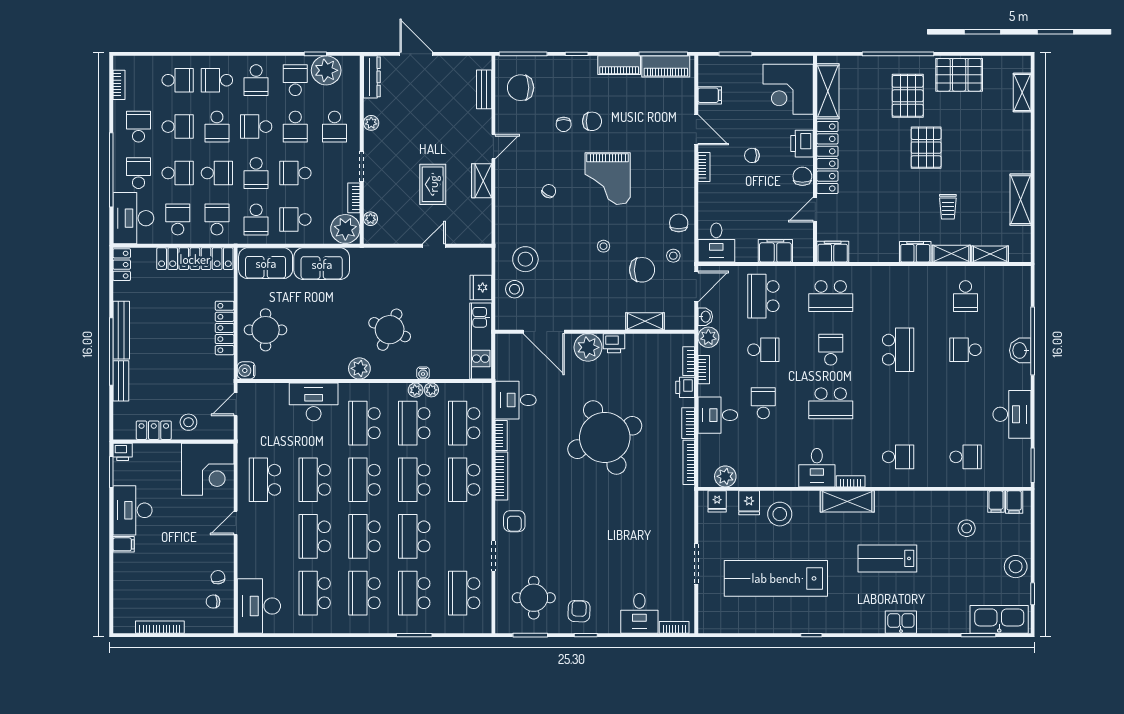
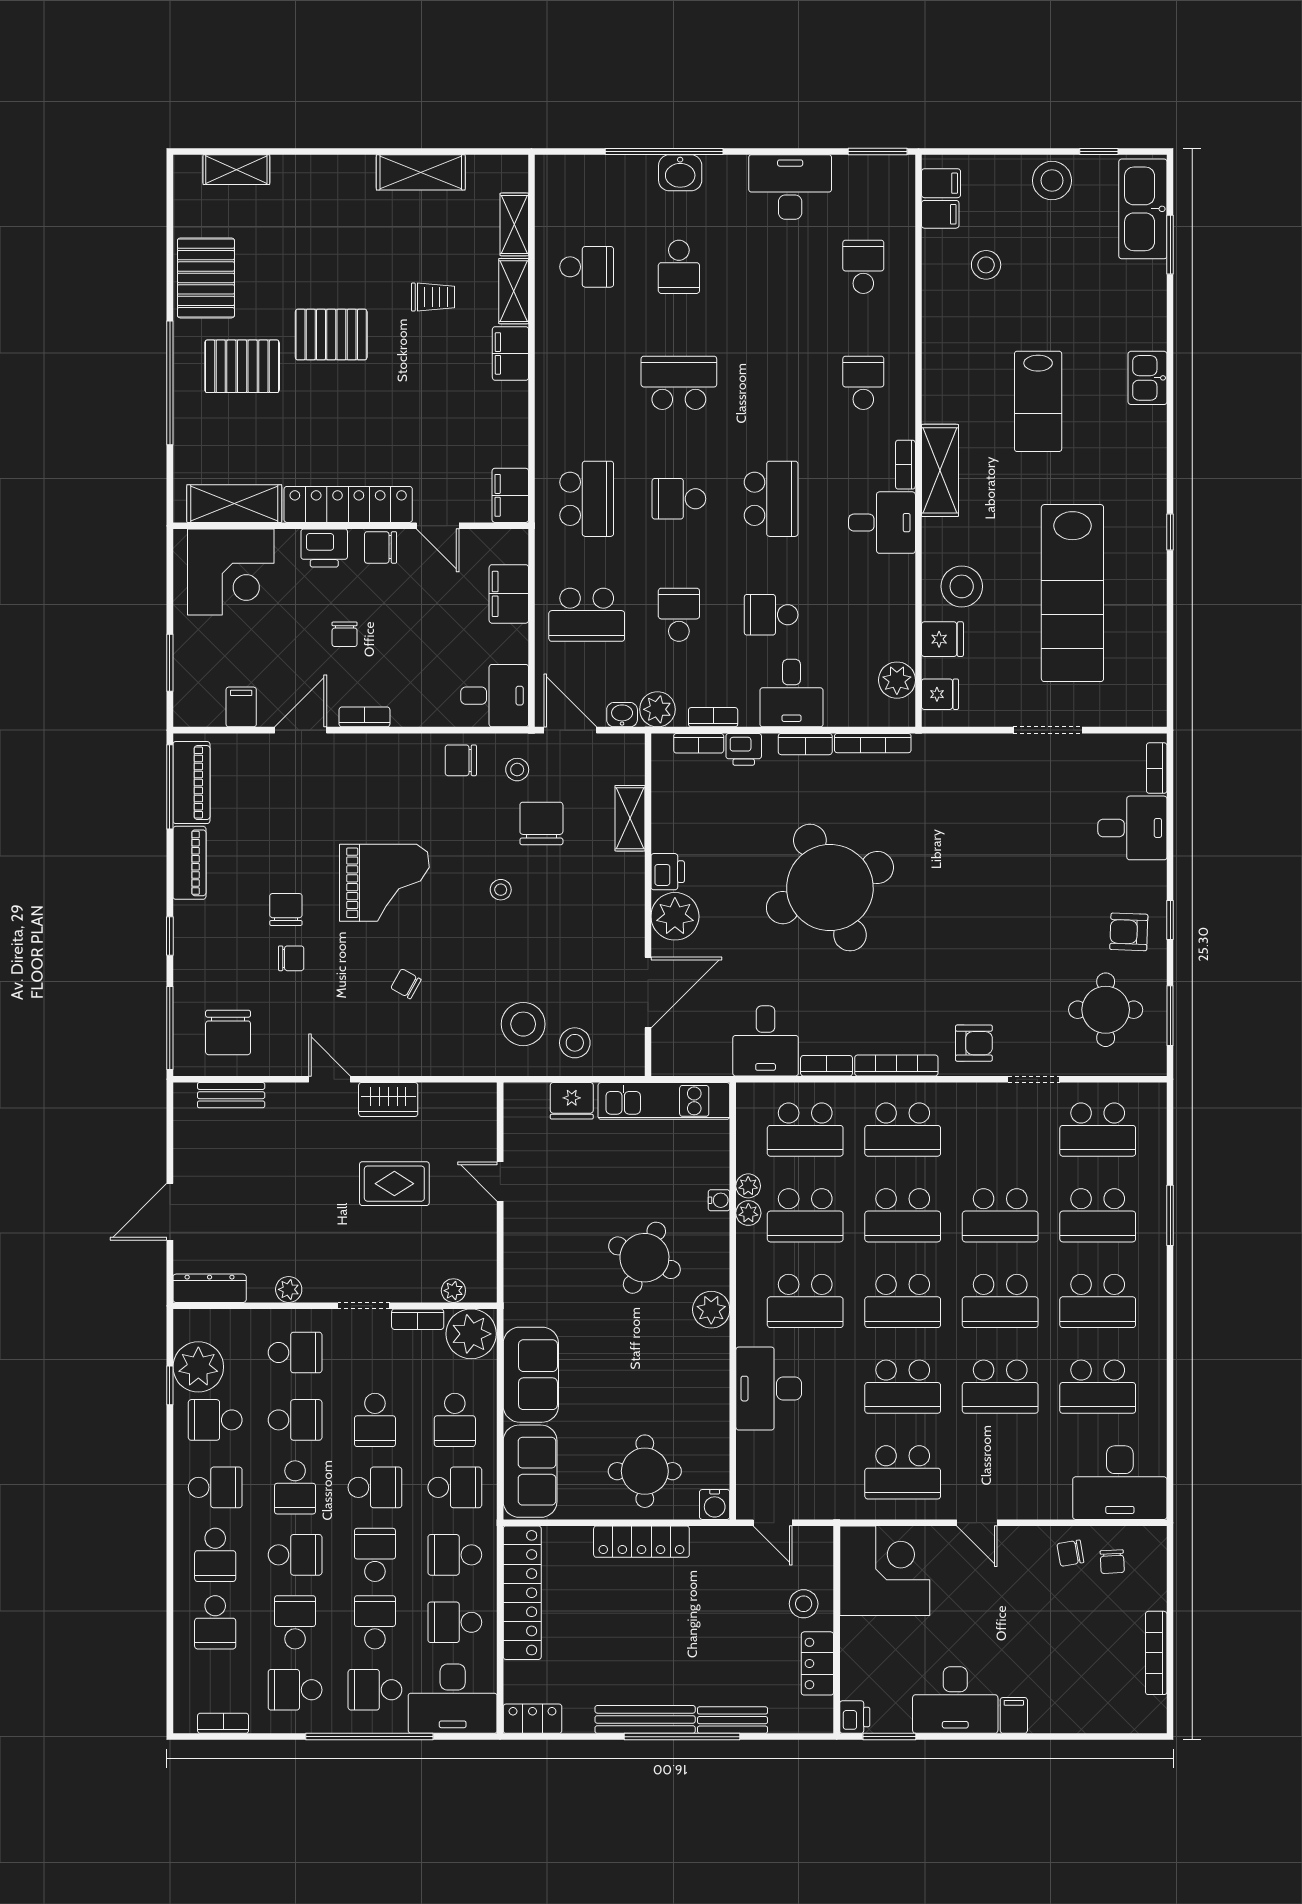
school desk: (178, 80) -> (215, 1622), turned 180

